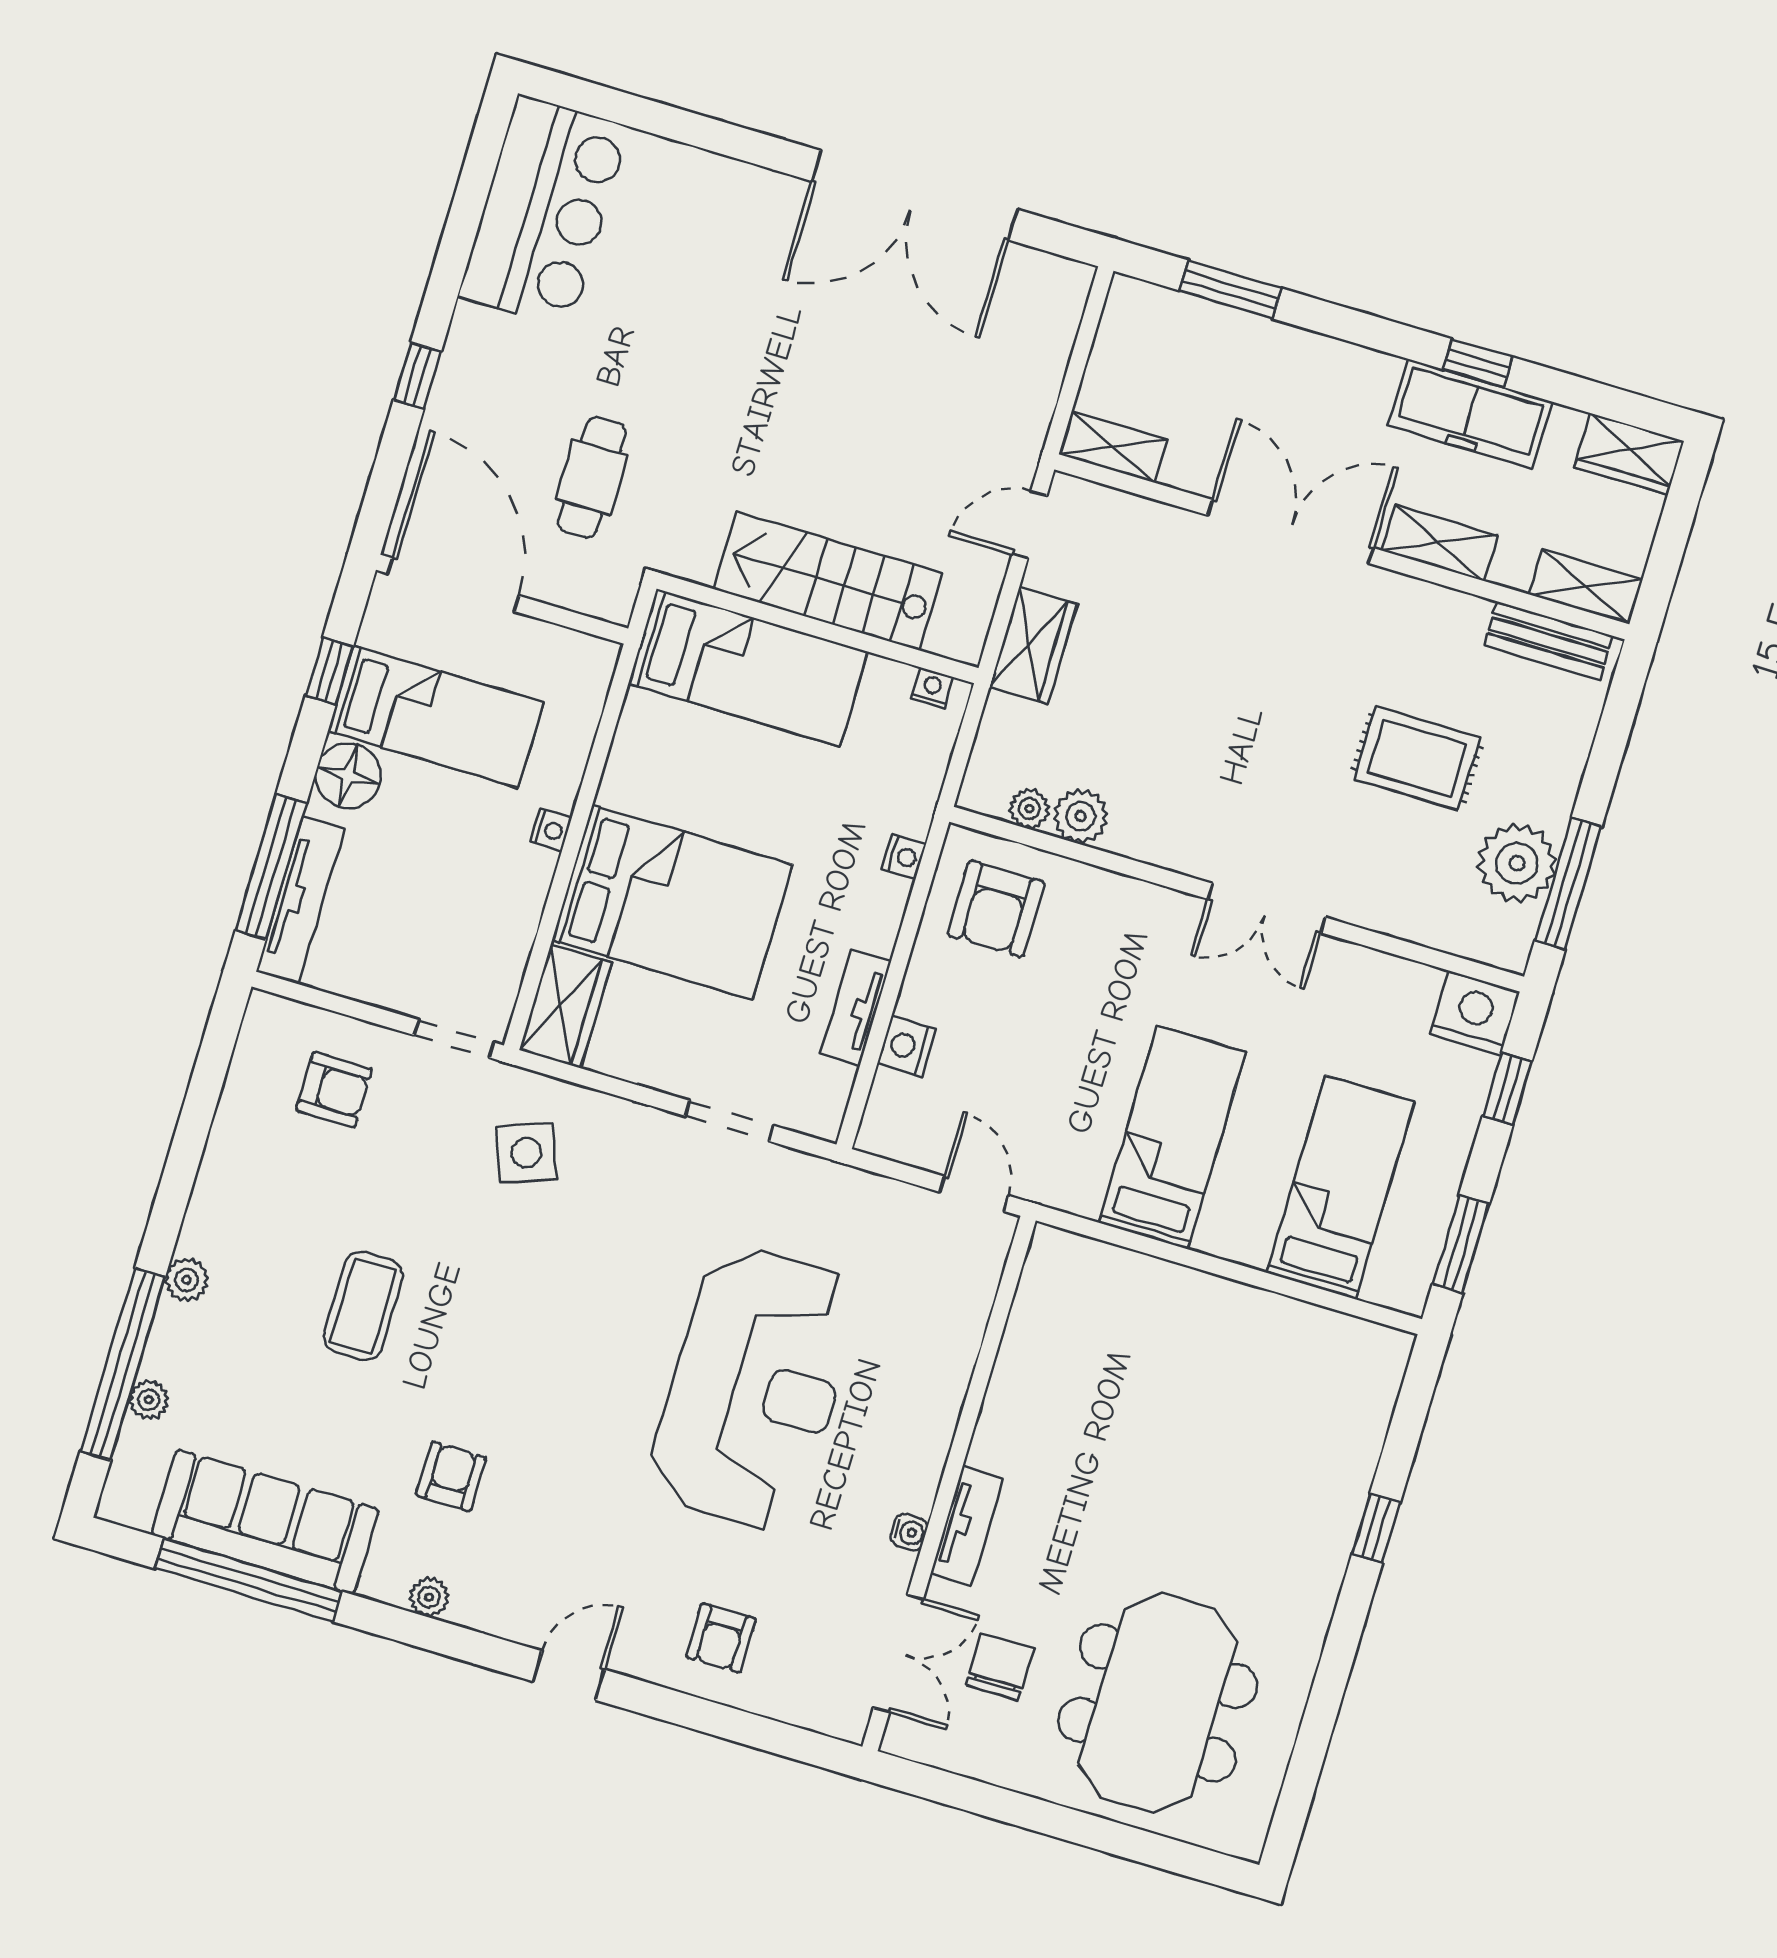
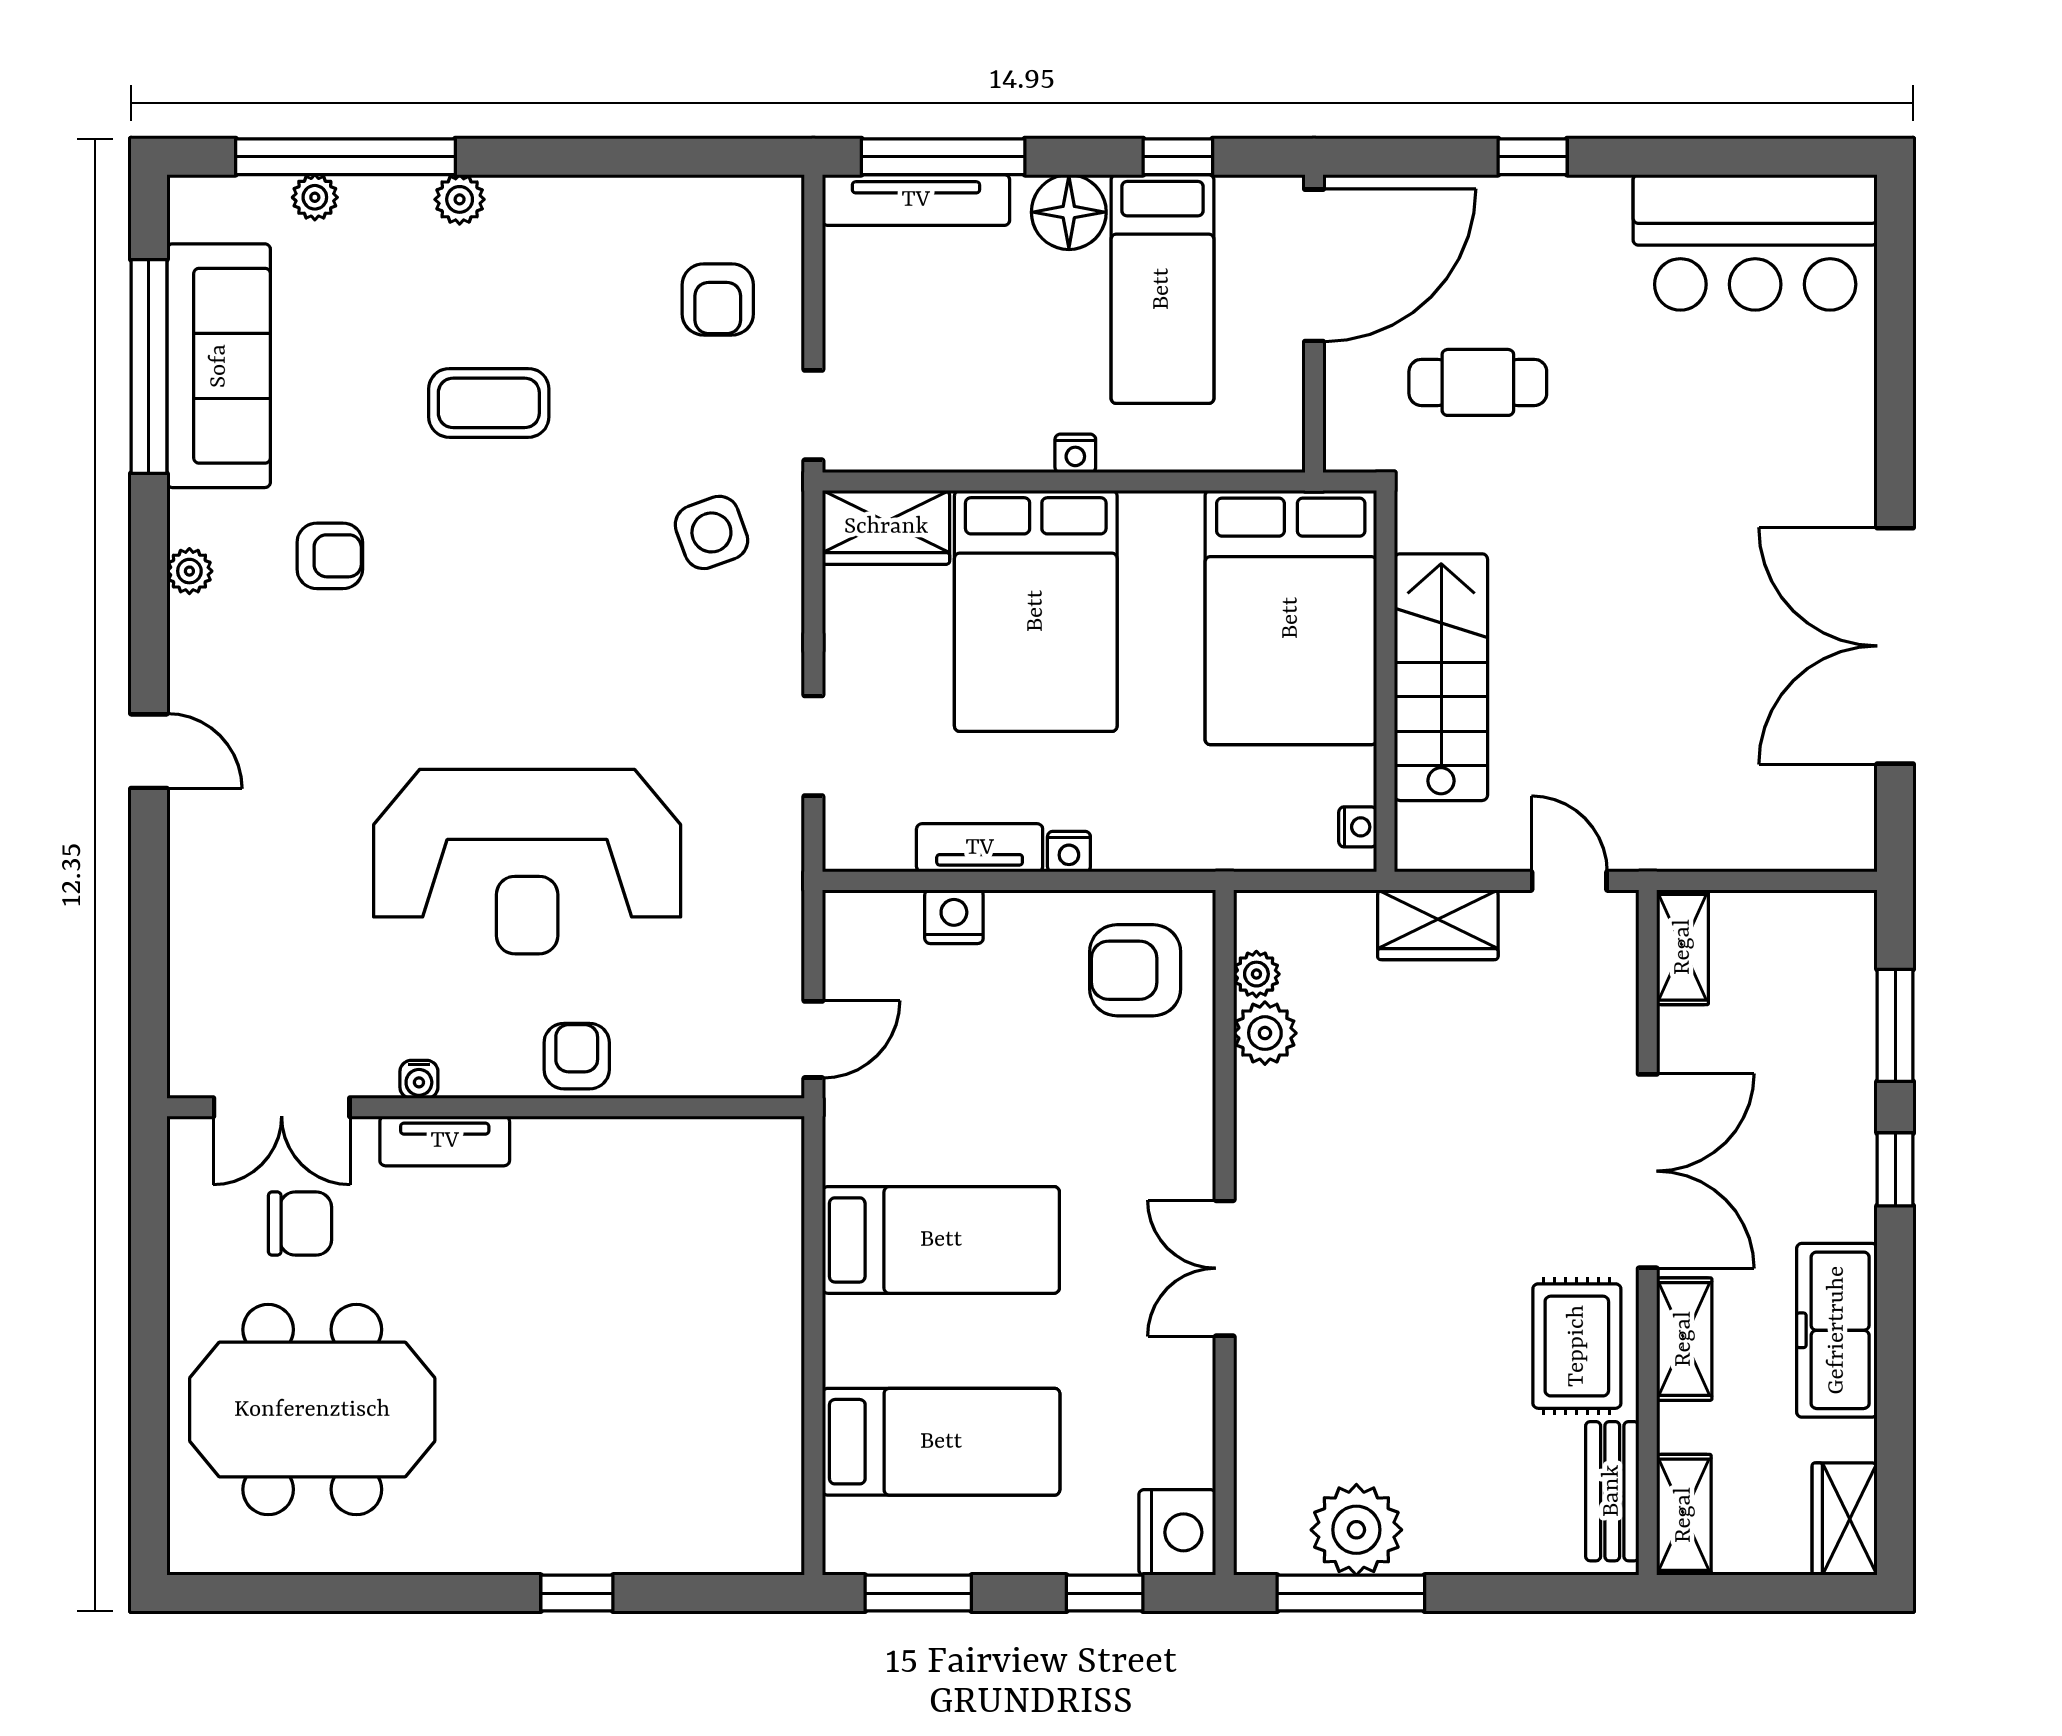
window: (1478, 363) -> (1895, 1169), moved
bed: (748, 668) -> (1291, 618), width x1.50
rug: (1417, 758) -> (1577, 1346), moved
nightstand: (904, 857) -> (1069, 852), moved
armchair: (721, 1638) -> (577, 1056), moved, turned 90

